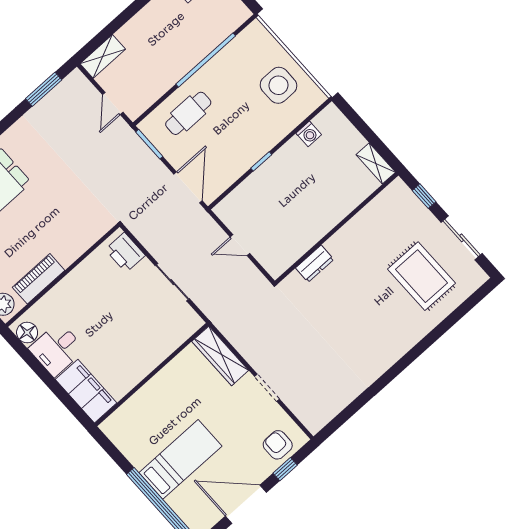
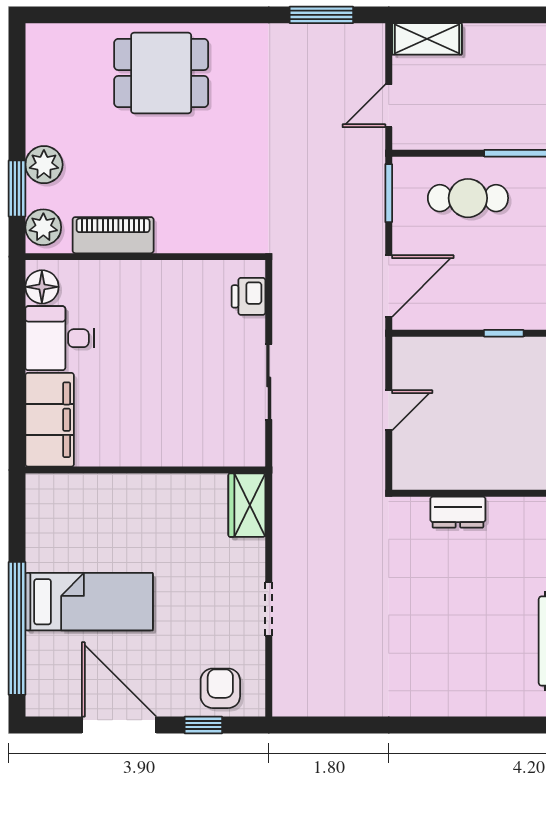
door: (240, 245) -> (389, 410), swing flipped
printer: (125, 252) -> (248, 296), width x0.73, depth x0.81
wardrobe: (220, 356) -> (247, 505), width x0.67

